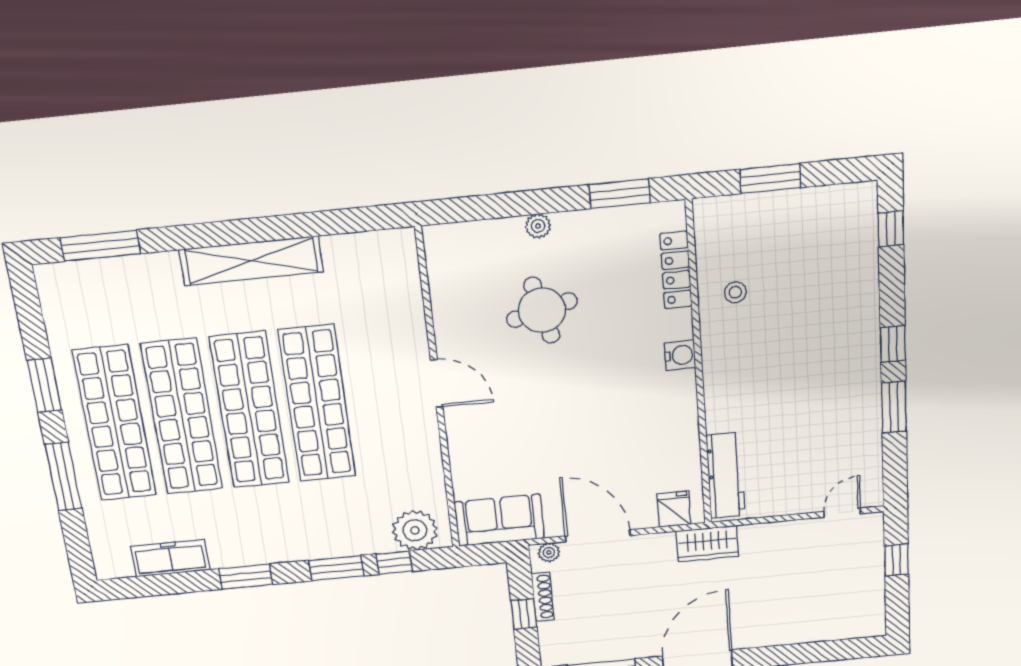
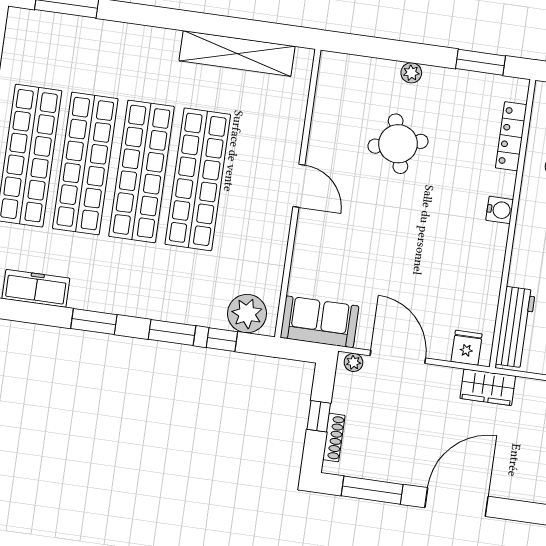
shelving: (251, 261) -> (237, 54), moved
shoe rack: (543, 597) -> (334, 438), moved

